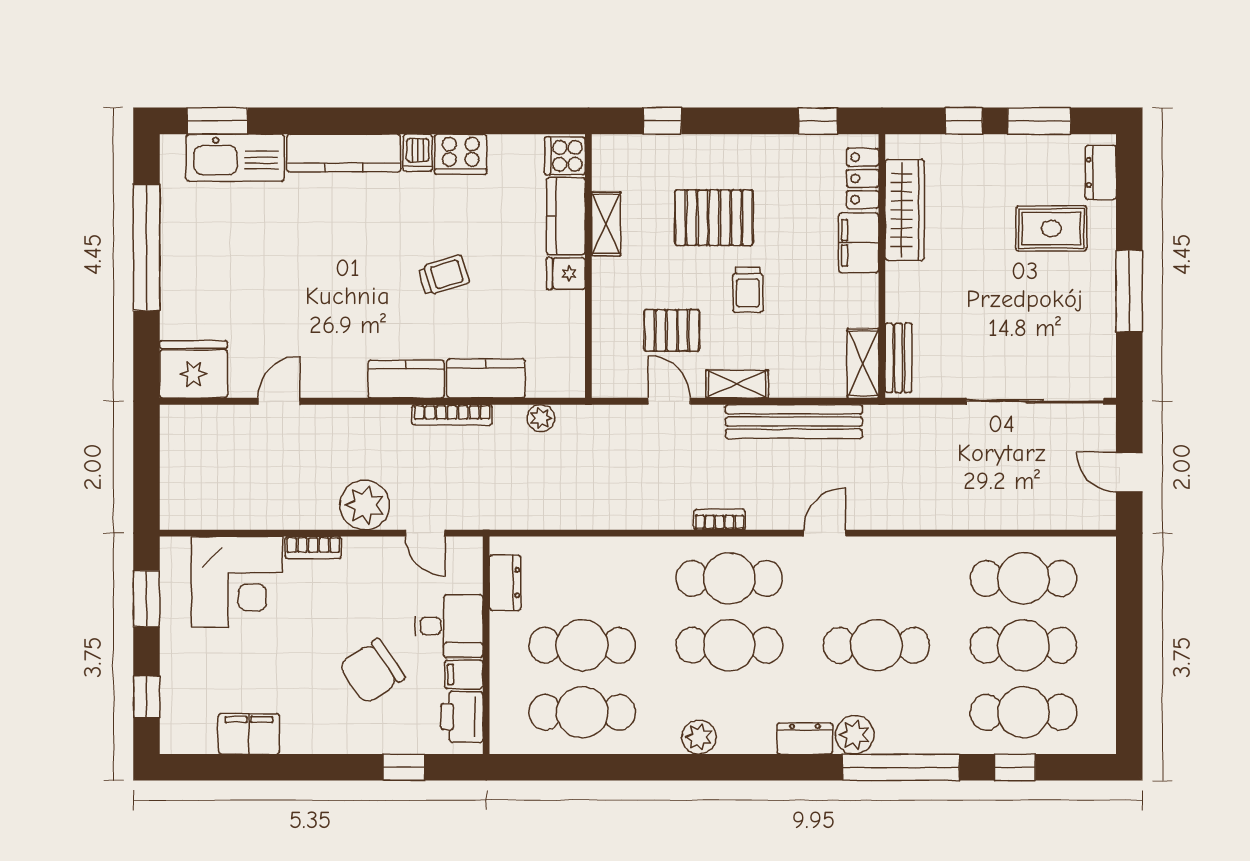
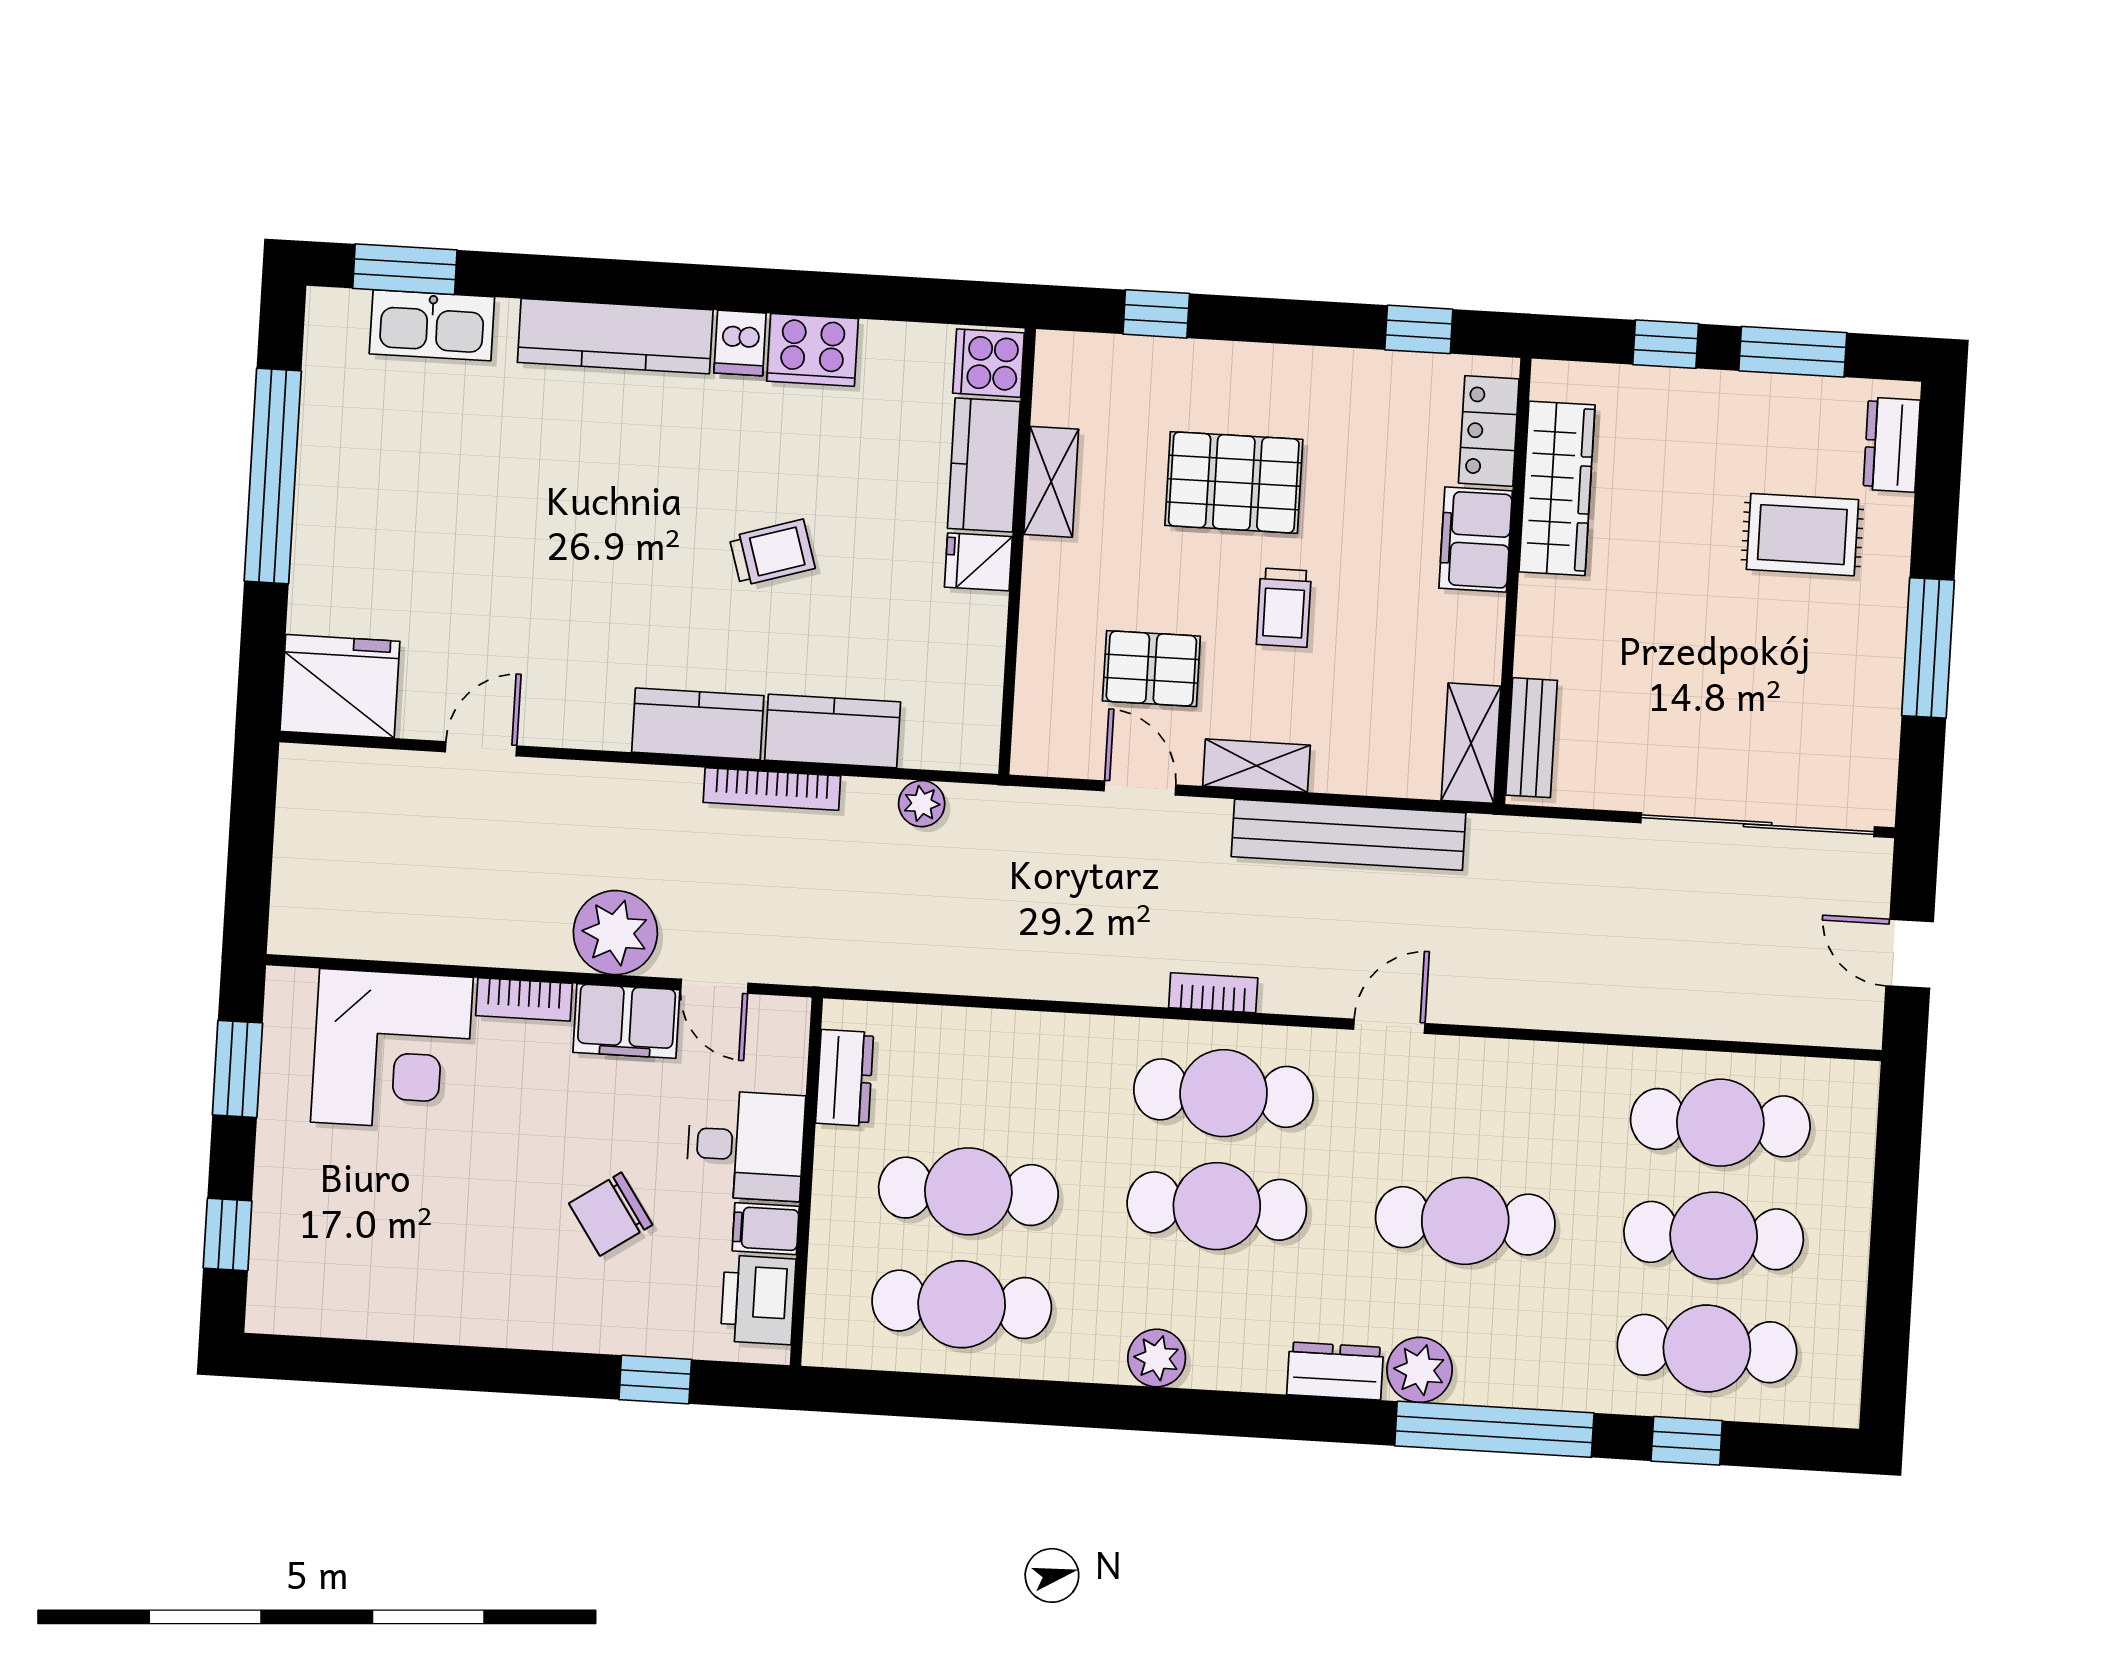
kitchen sink: (235, 158) -> (432, 325), width x0.73, depth x0.81
chair: (372, 671) -> (611, 1214), width x0.73, depth x0.73
filing cabinet: (249, 734) -> (626, 1021), moved, turned 180

